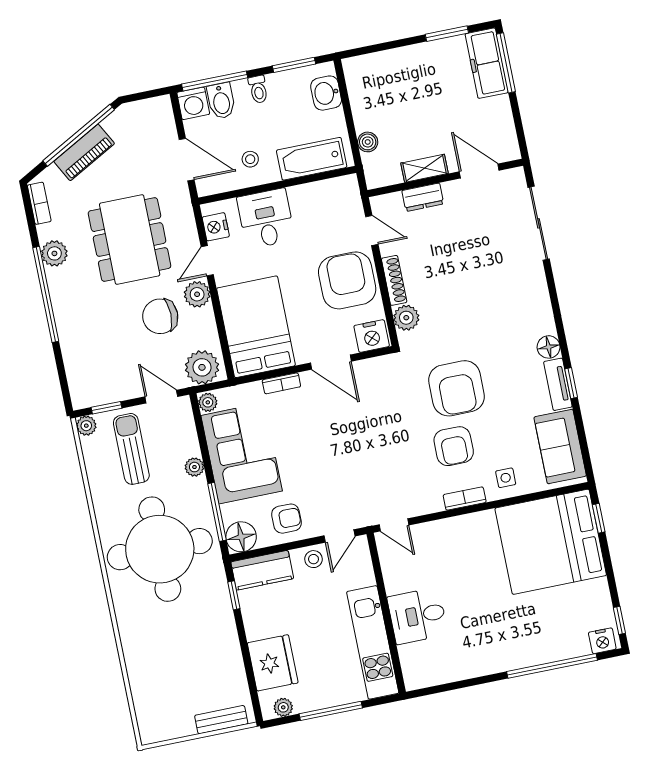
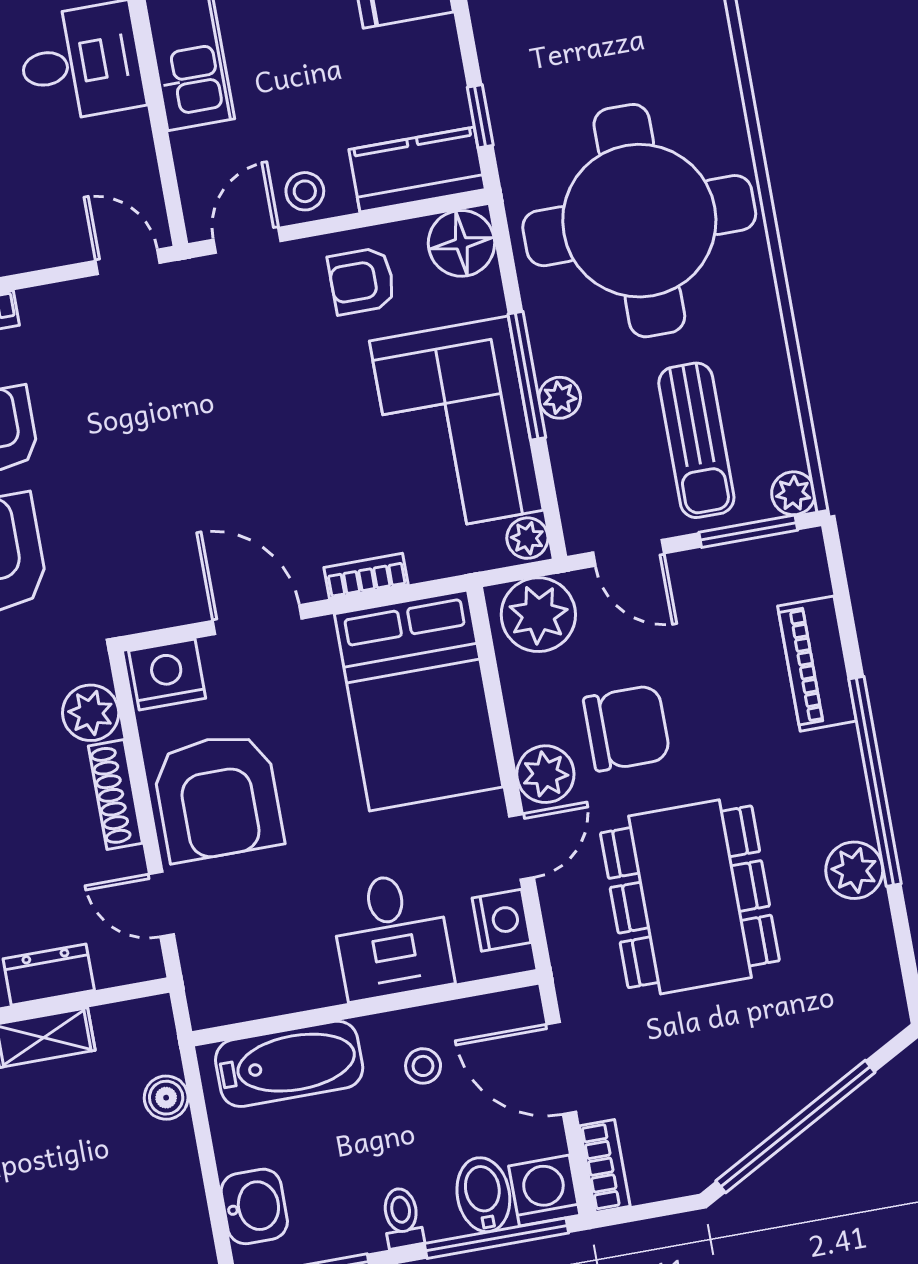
piano: (84, 152) -> (817, 664), moved, turned -61
bookcase: (39, 203) -> (605, 1166), moved, turned 180
window: (107, 408) -> (748, 531), width x1.50
window: (217, 512) -> (527, 376), moved

